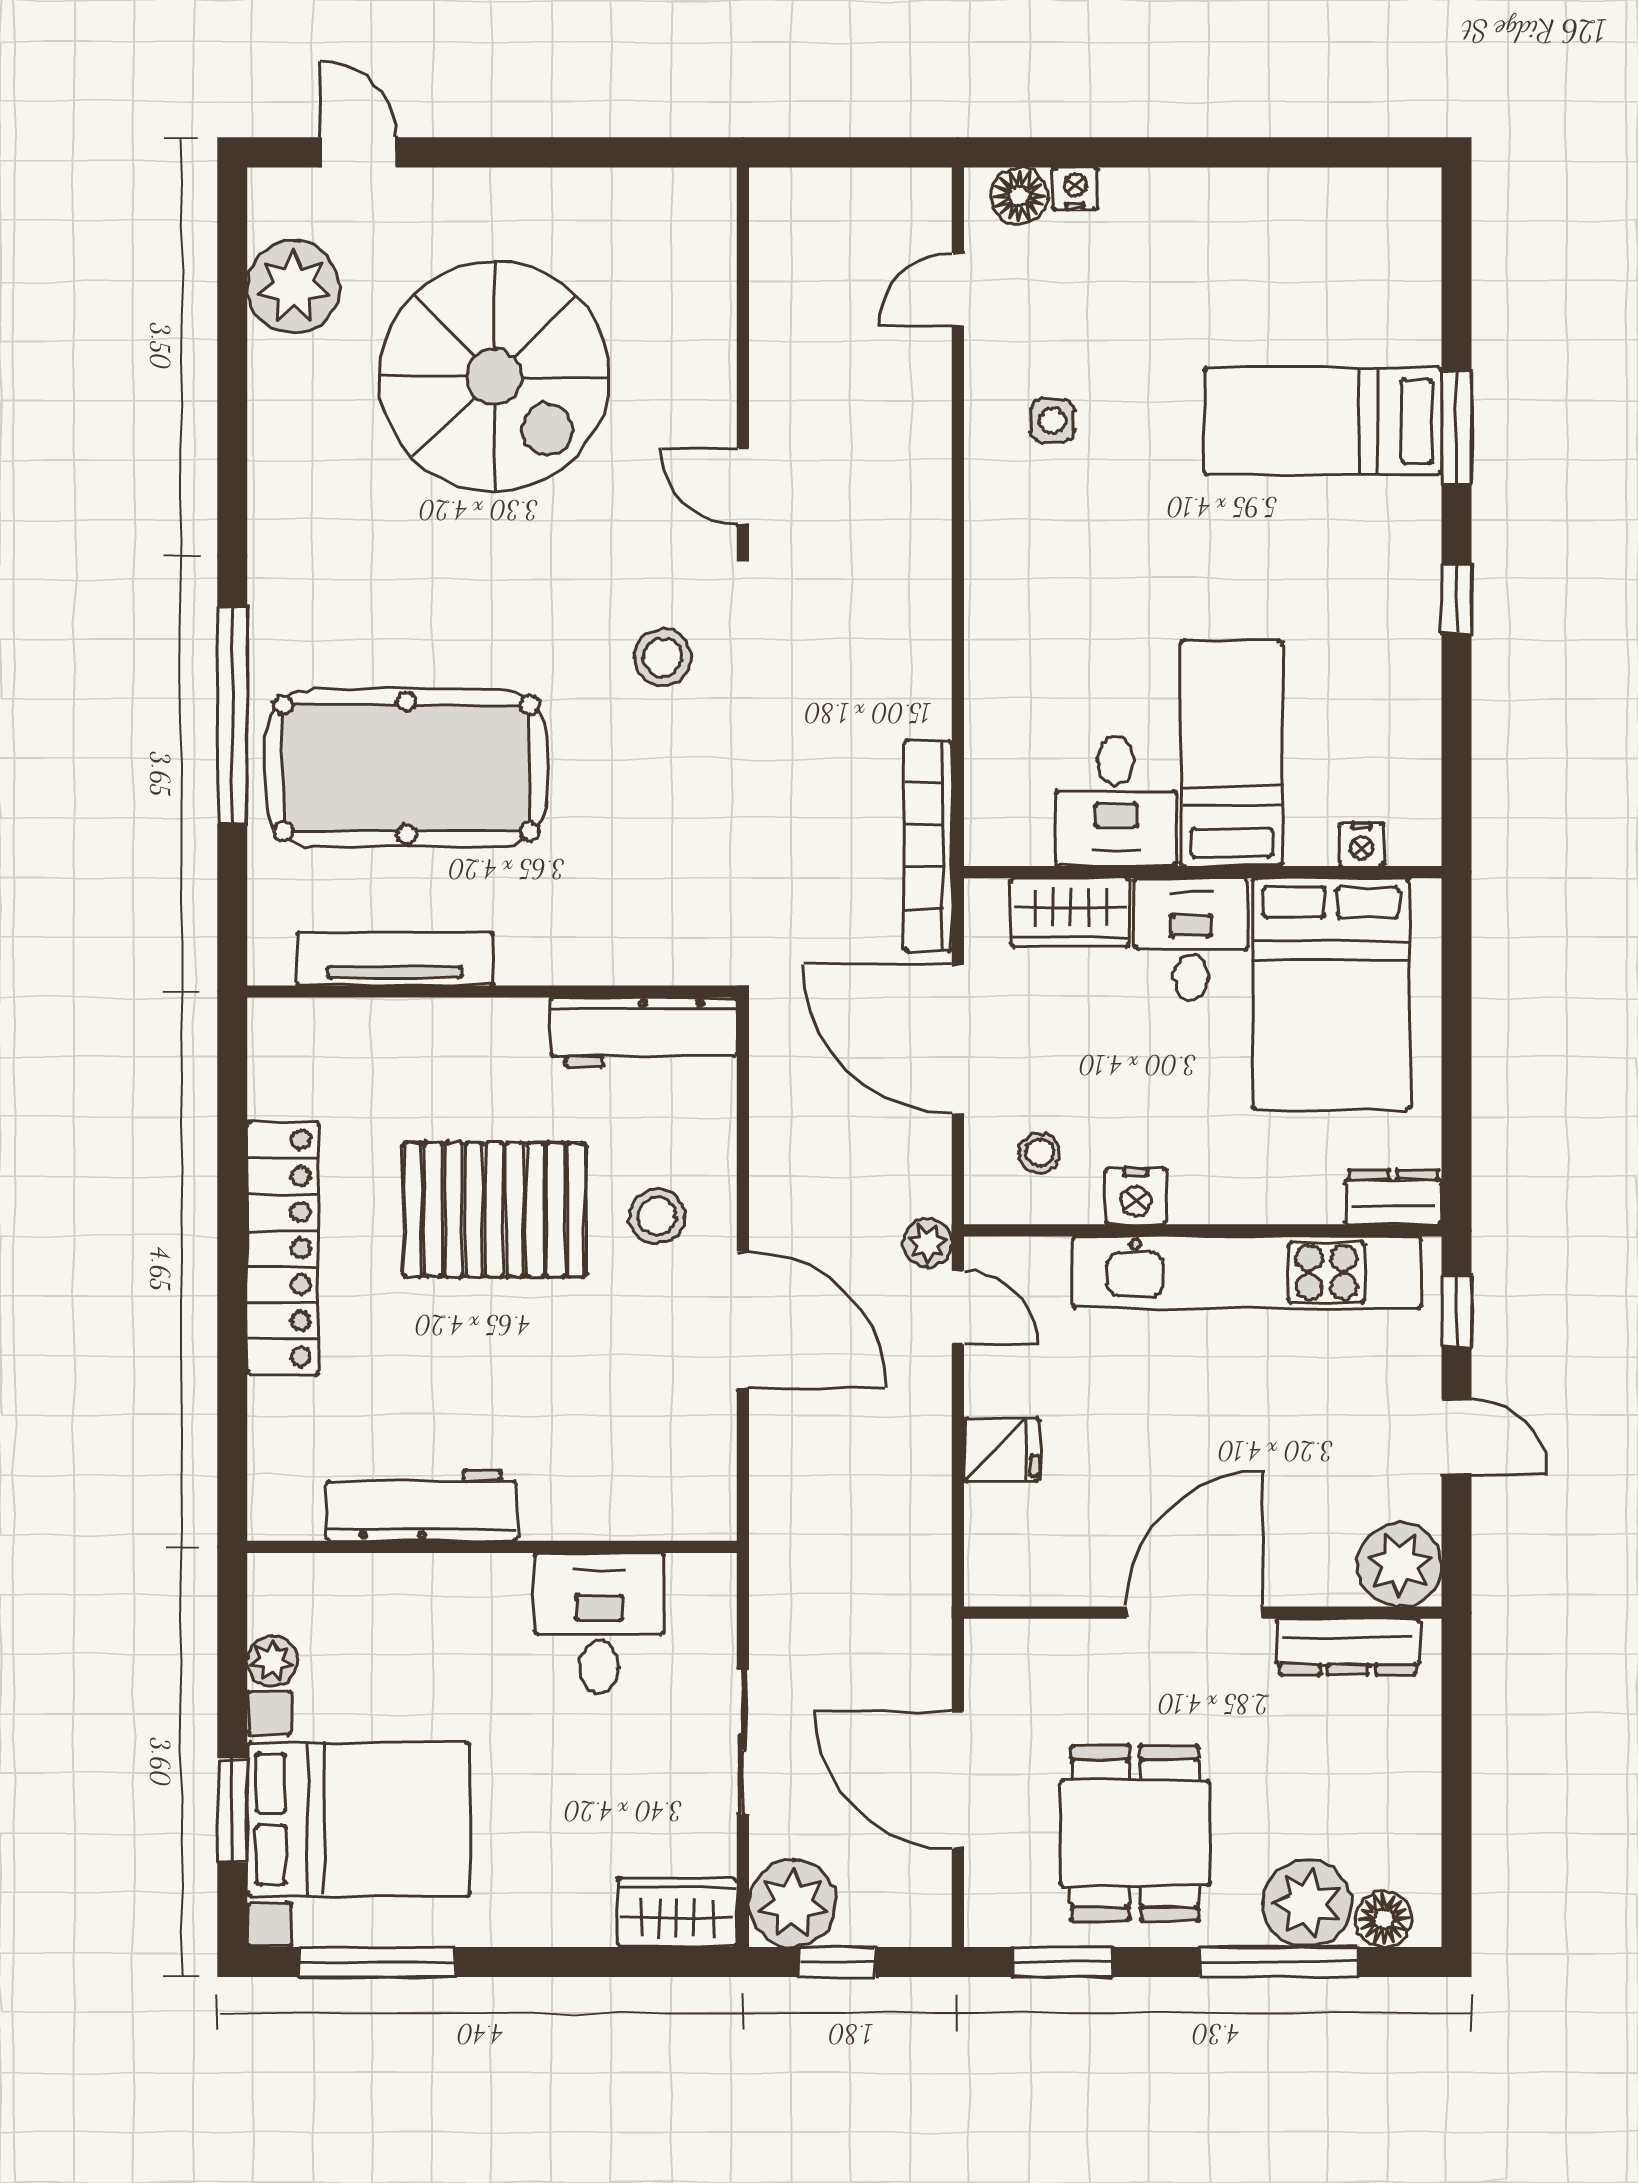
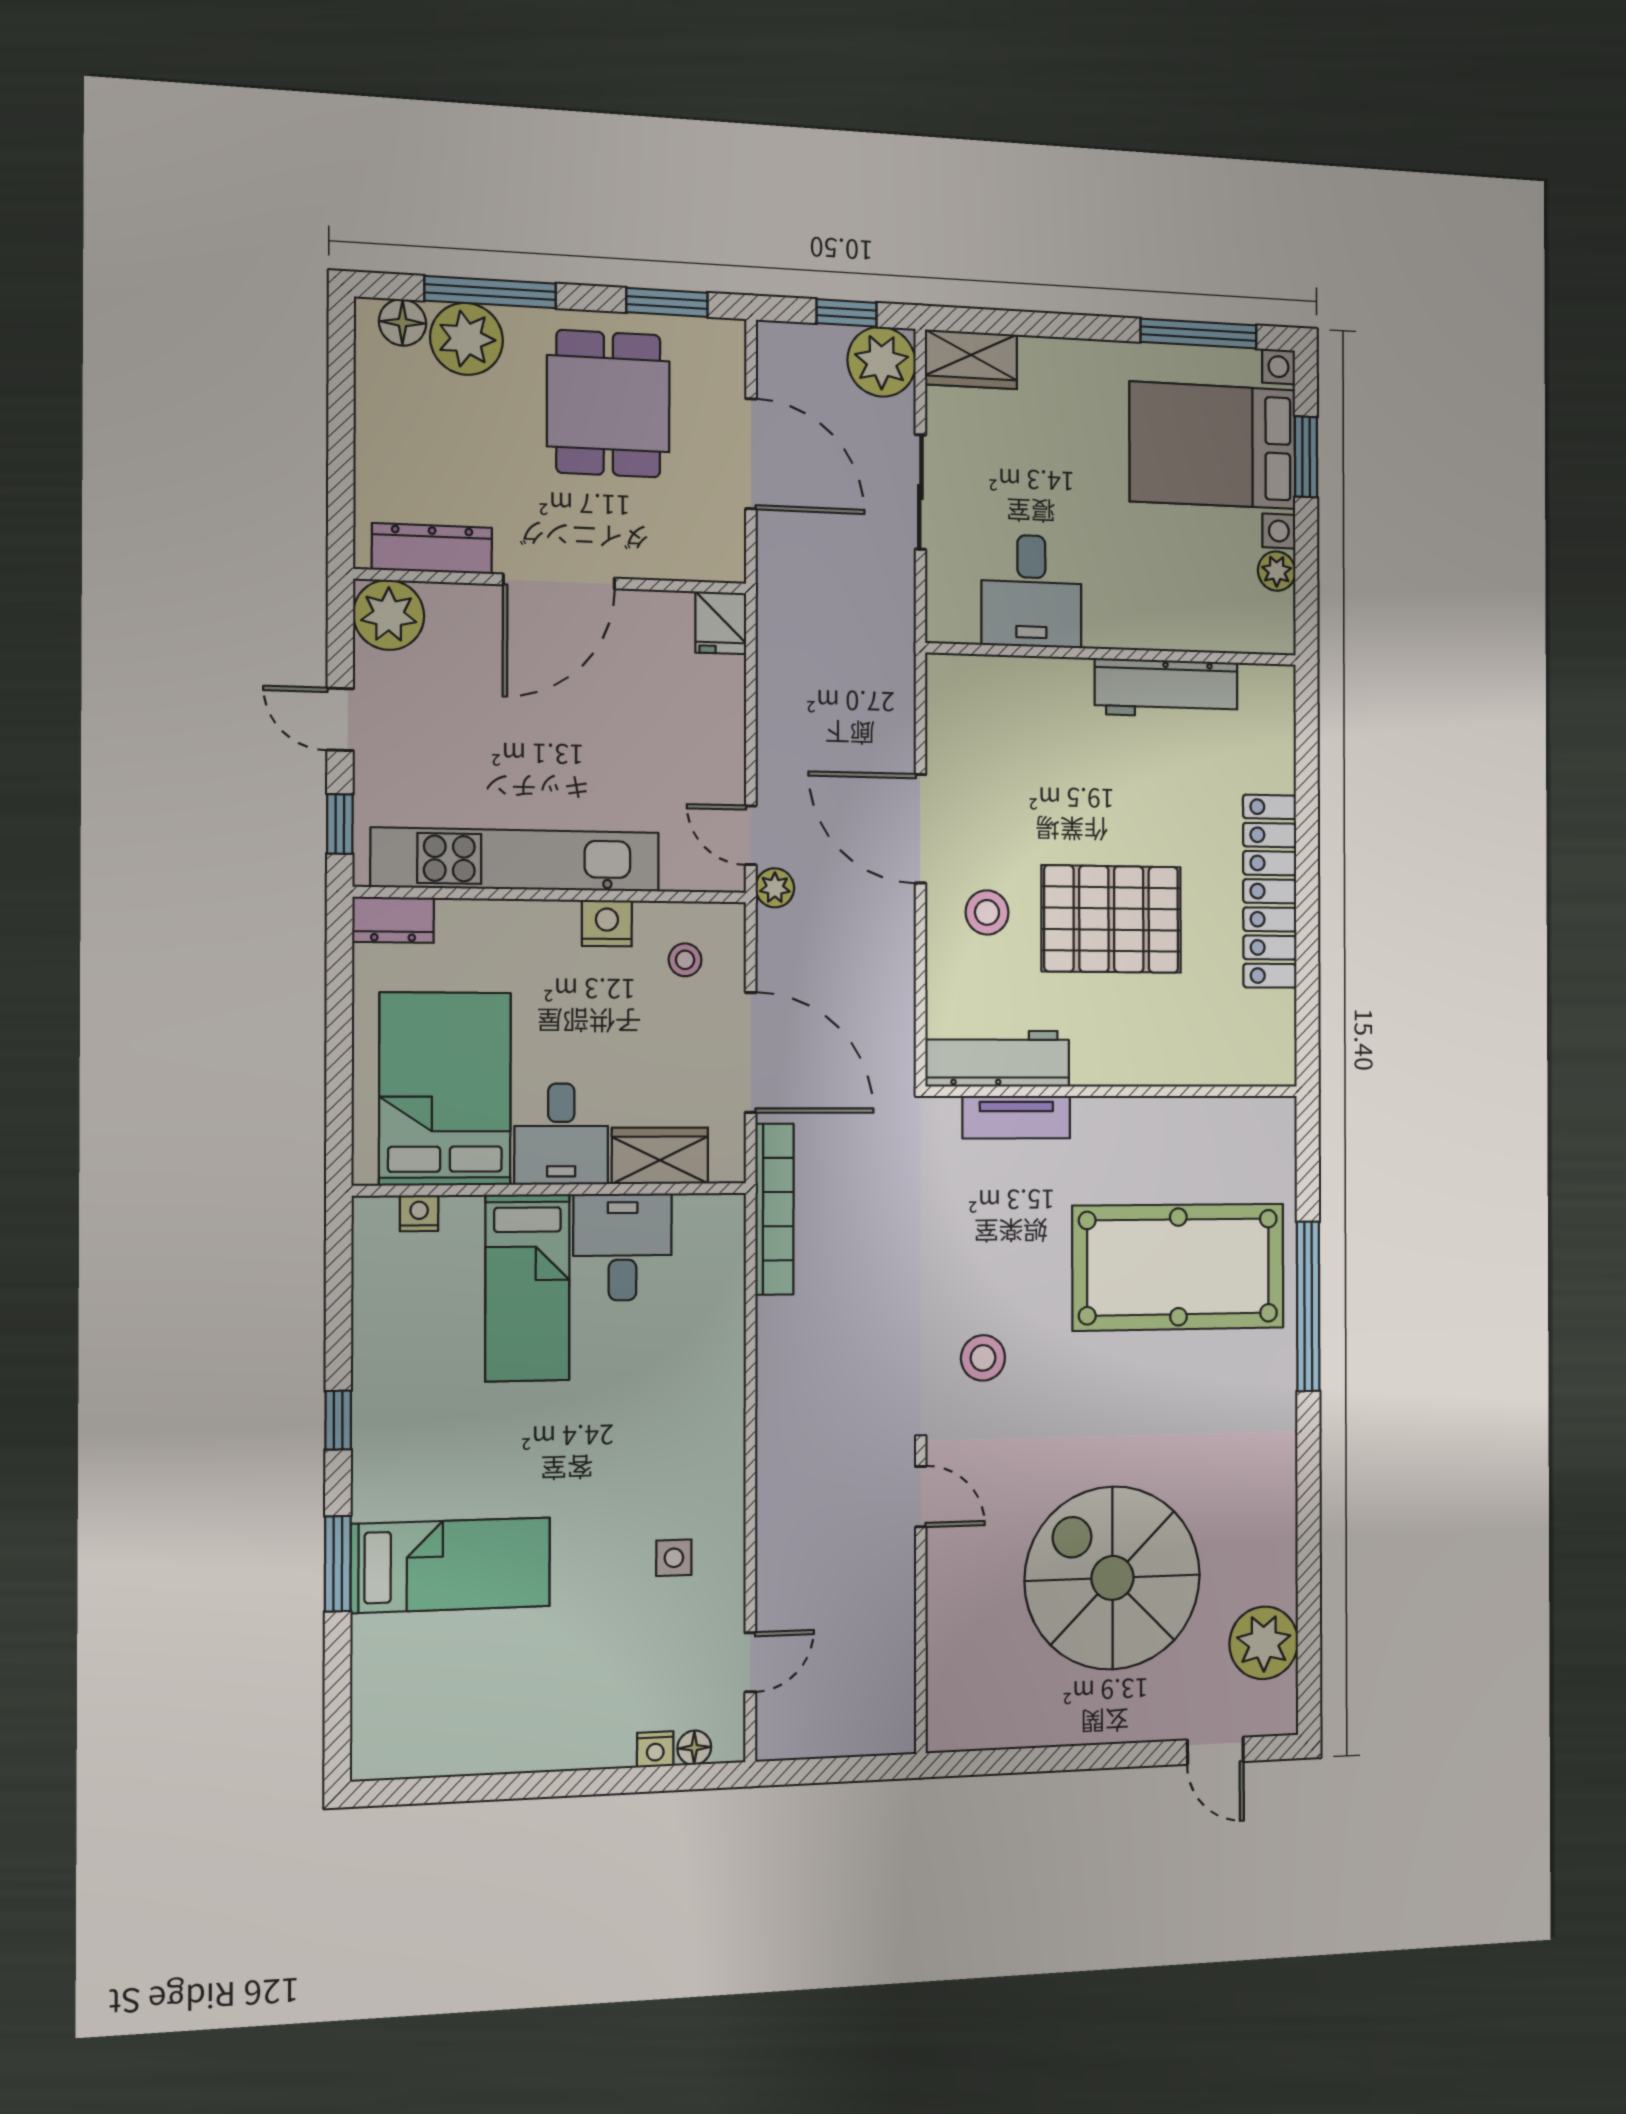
floor lamp: (1019, 196) -> (694, 1748), width x0.73, depth x0.73
tv unit: (395, 959) -> (1016, 1117), moved, width x0.71
fridge: (1001, 1450) -> (721, 623), moved, turned -90

